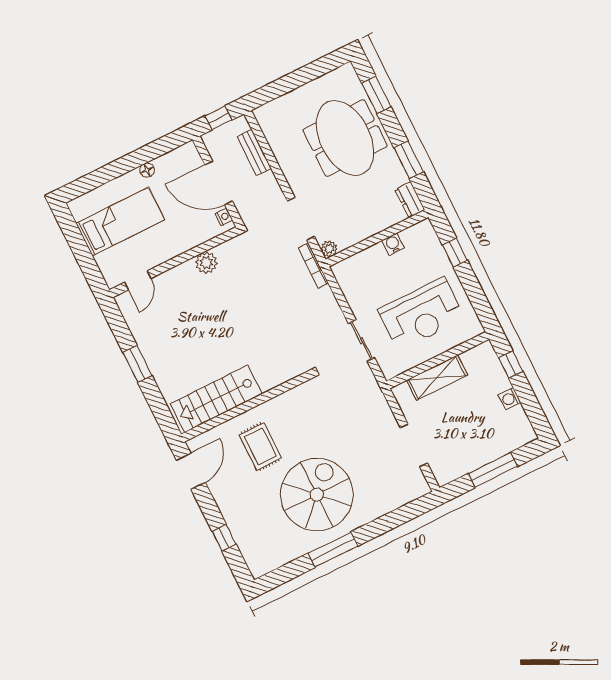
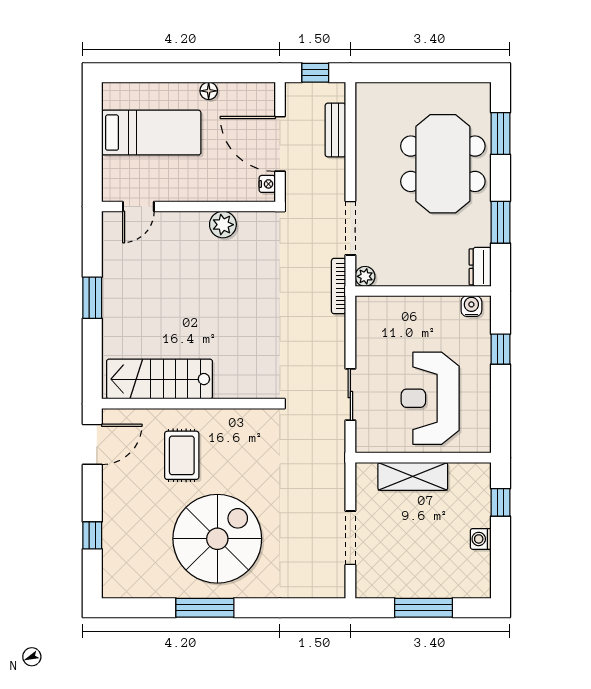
water cooler: (393, 244) -> (471, 306), moved
reception desk: (421, 314) -> (430, 398), turned 90

